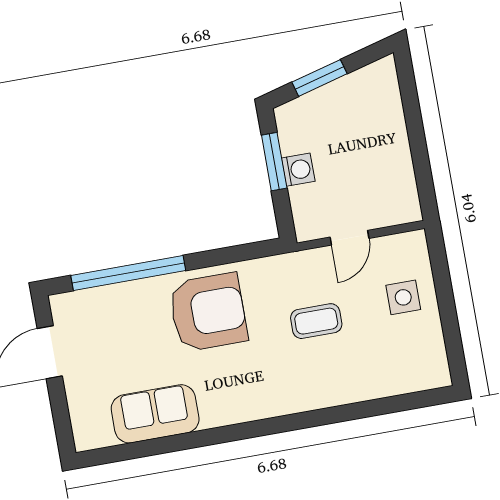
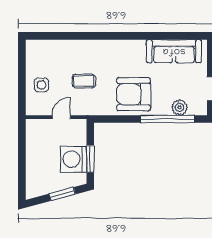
washing machine: (298, 170) -> (74, 159), width x1.89, depth x1.89
plant: (108, 302) -> (180, 107), added
sofa: (155, 414) -> (174, 51), width x1.36

